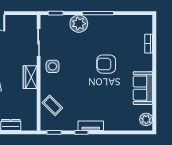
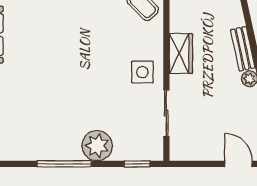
armchair: (106, 64) -> (50, 76), removed

